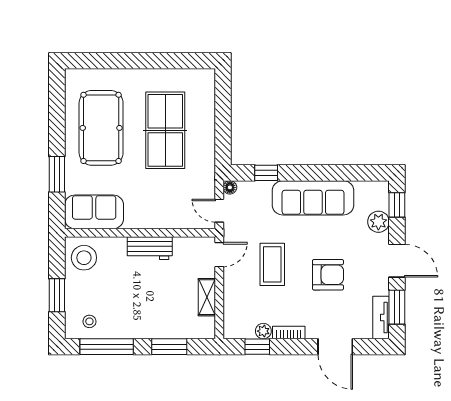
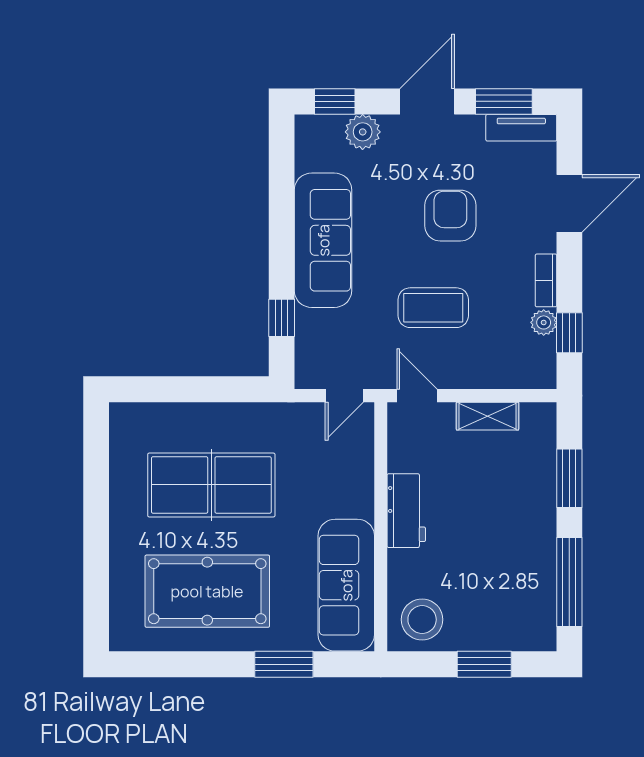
floor lamp: (230, 187) -> (306, 378), removed
sofa: (94, 212) -> (346, 585), width x1.36
stool: (89, 321) -> (528, 610), removed

